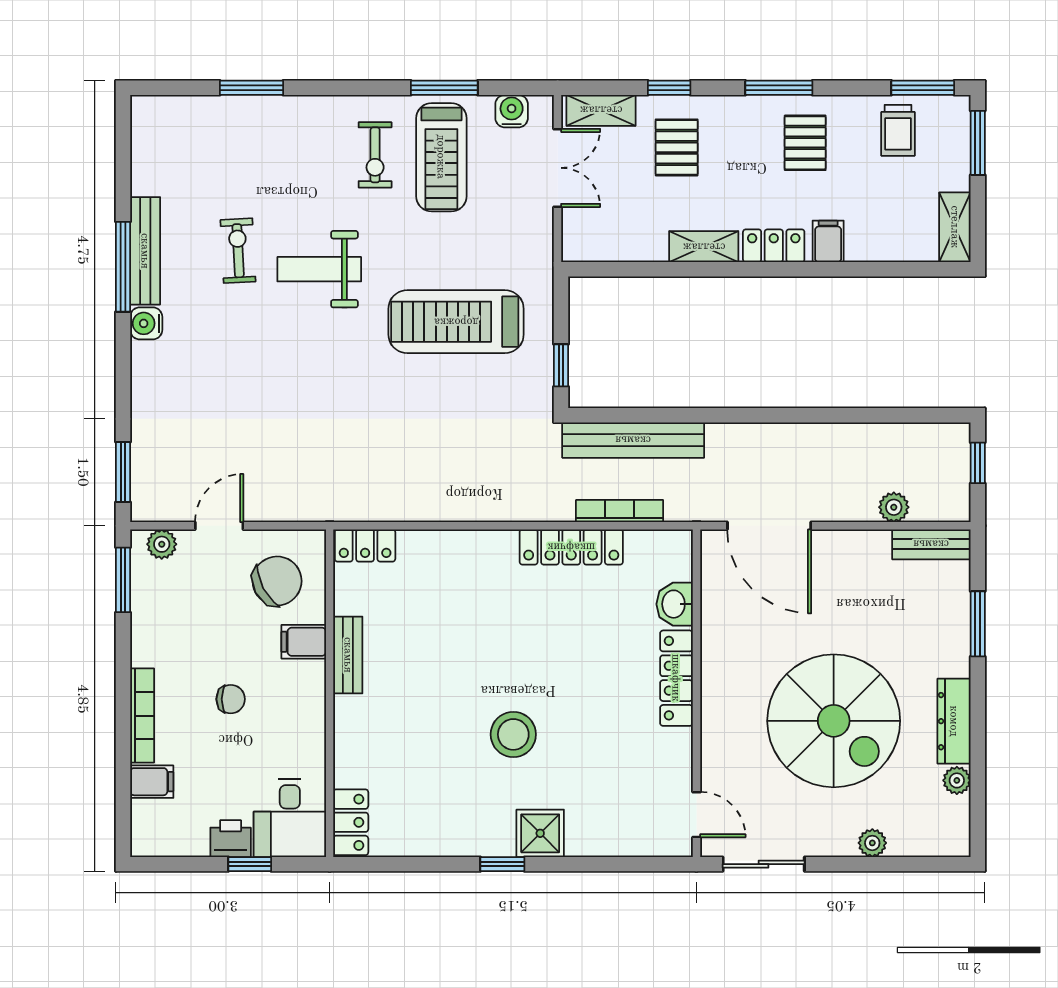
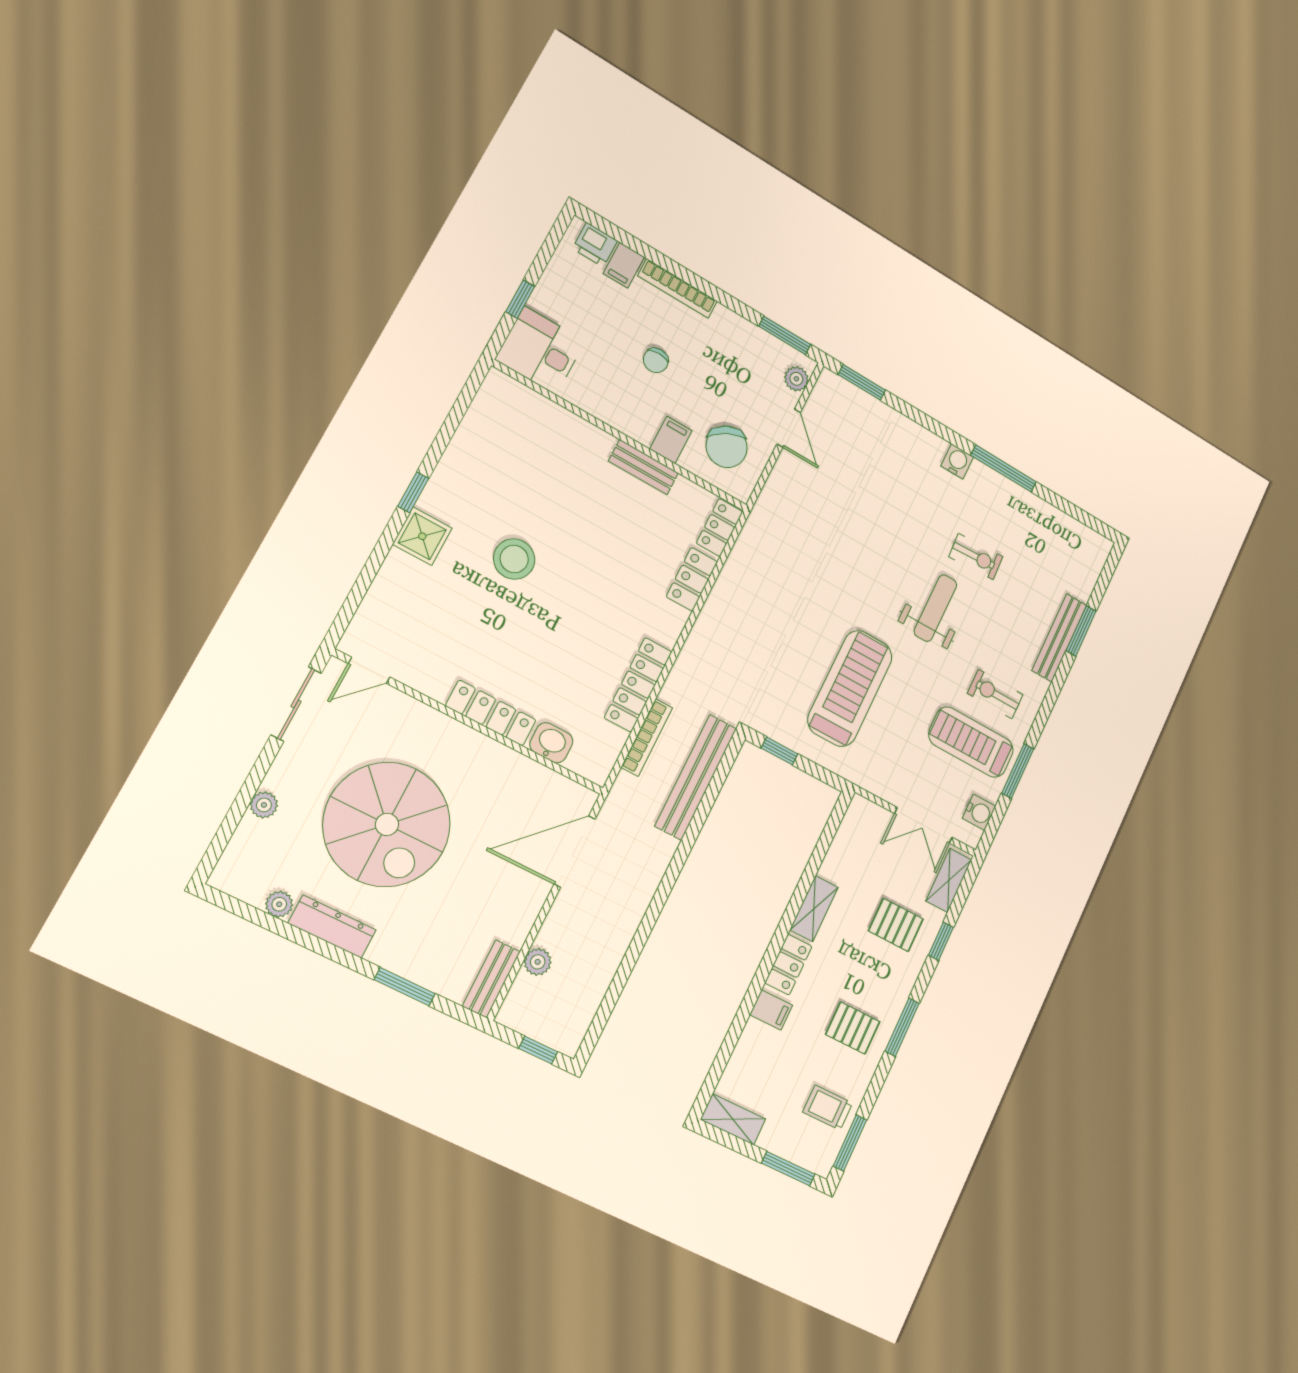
bench: (145, 251) -> (1059, 638), moved, turned 90
spiral stairs: (834, 721) -> (387, 824), turned -90
locker: (351, 822) -> (692, 579), moved, turned 90
printer: (231, 839) -> (595, 245), moved, turned 90

